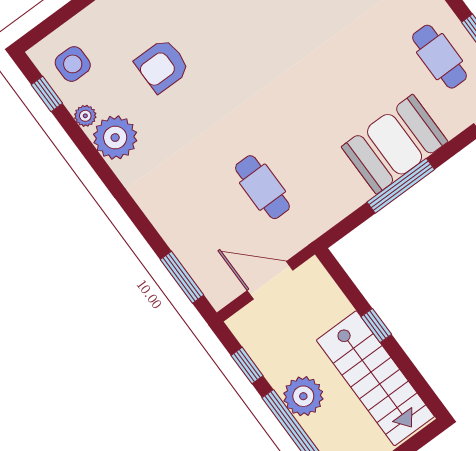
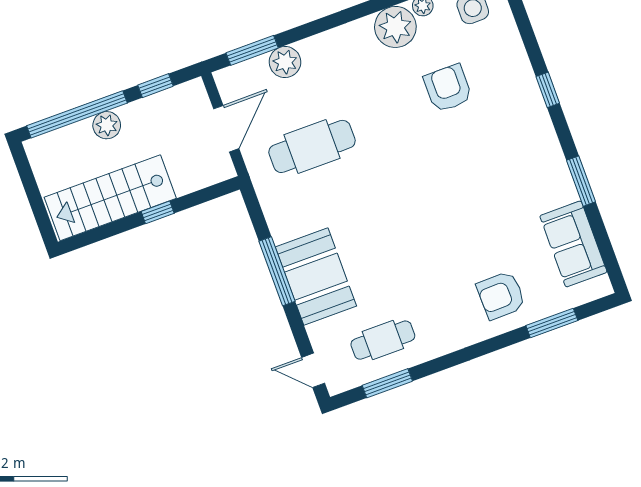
cafe table: (262, 187) -> (312, 146), width x1.37, depth x1.35
plant: (184, 240) -> (285, 62), added
plant: (303, 396) -> (107, 125), width x0.73, depth x0.73

